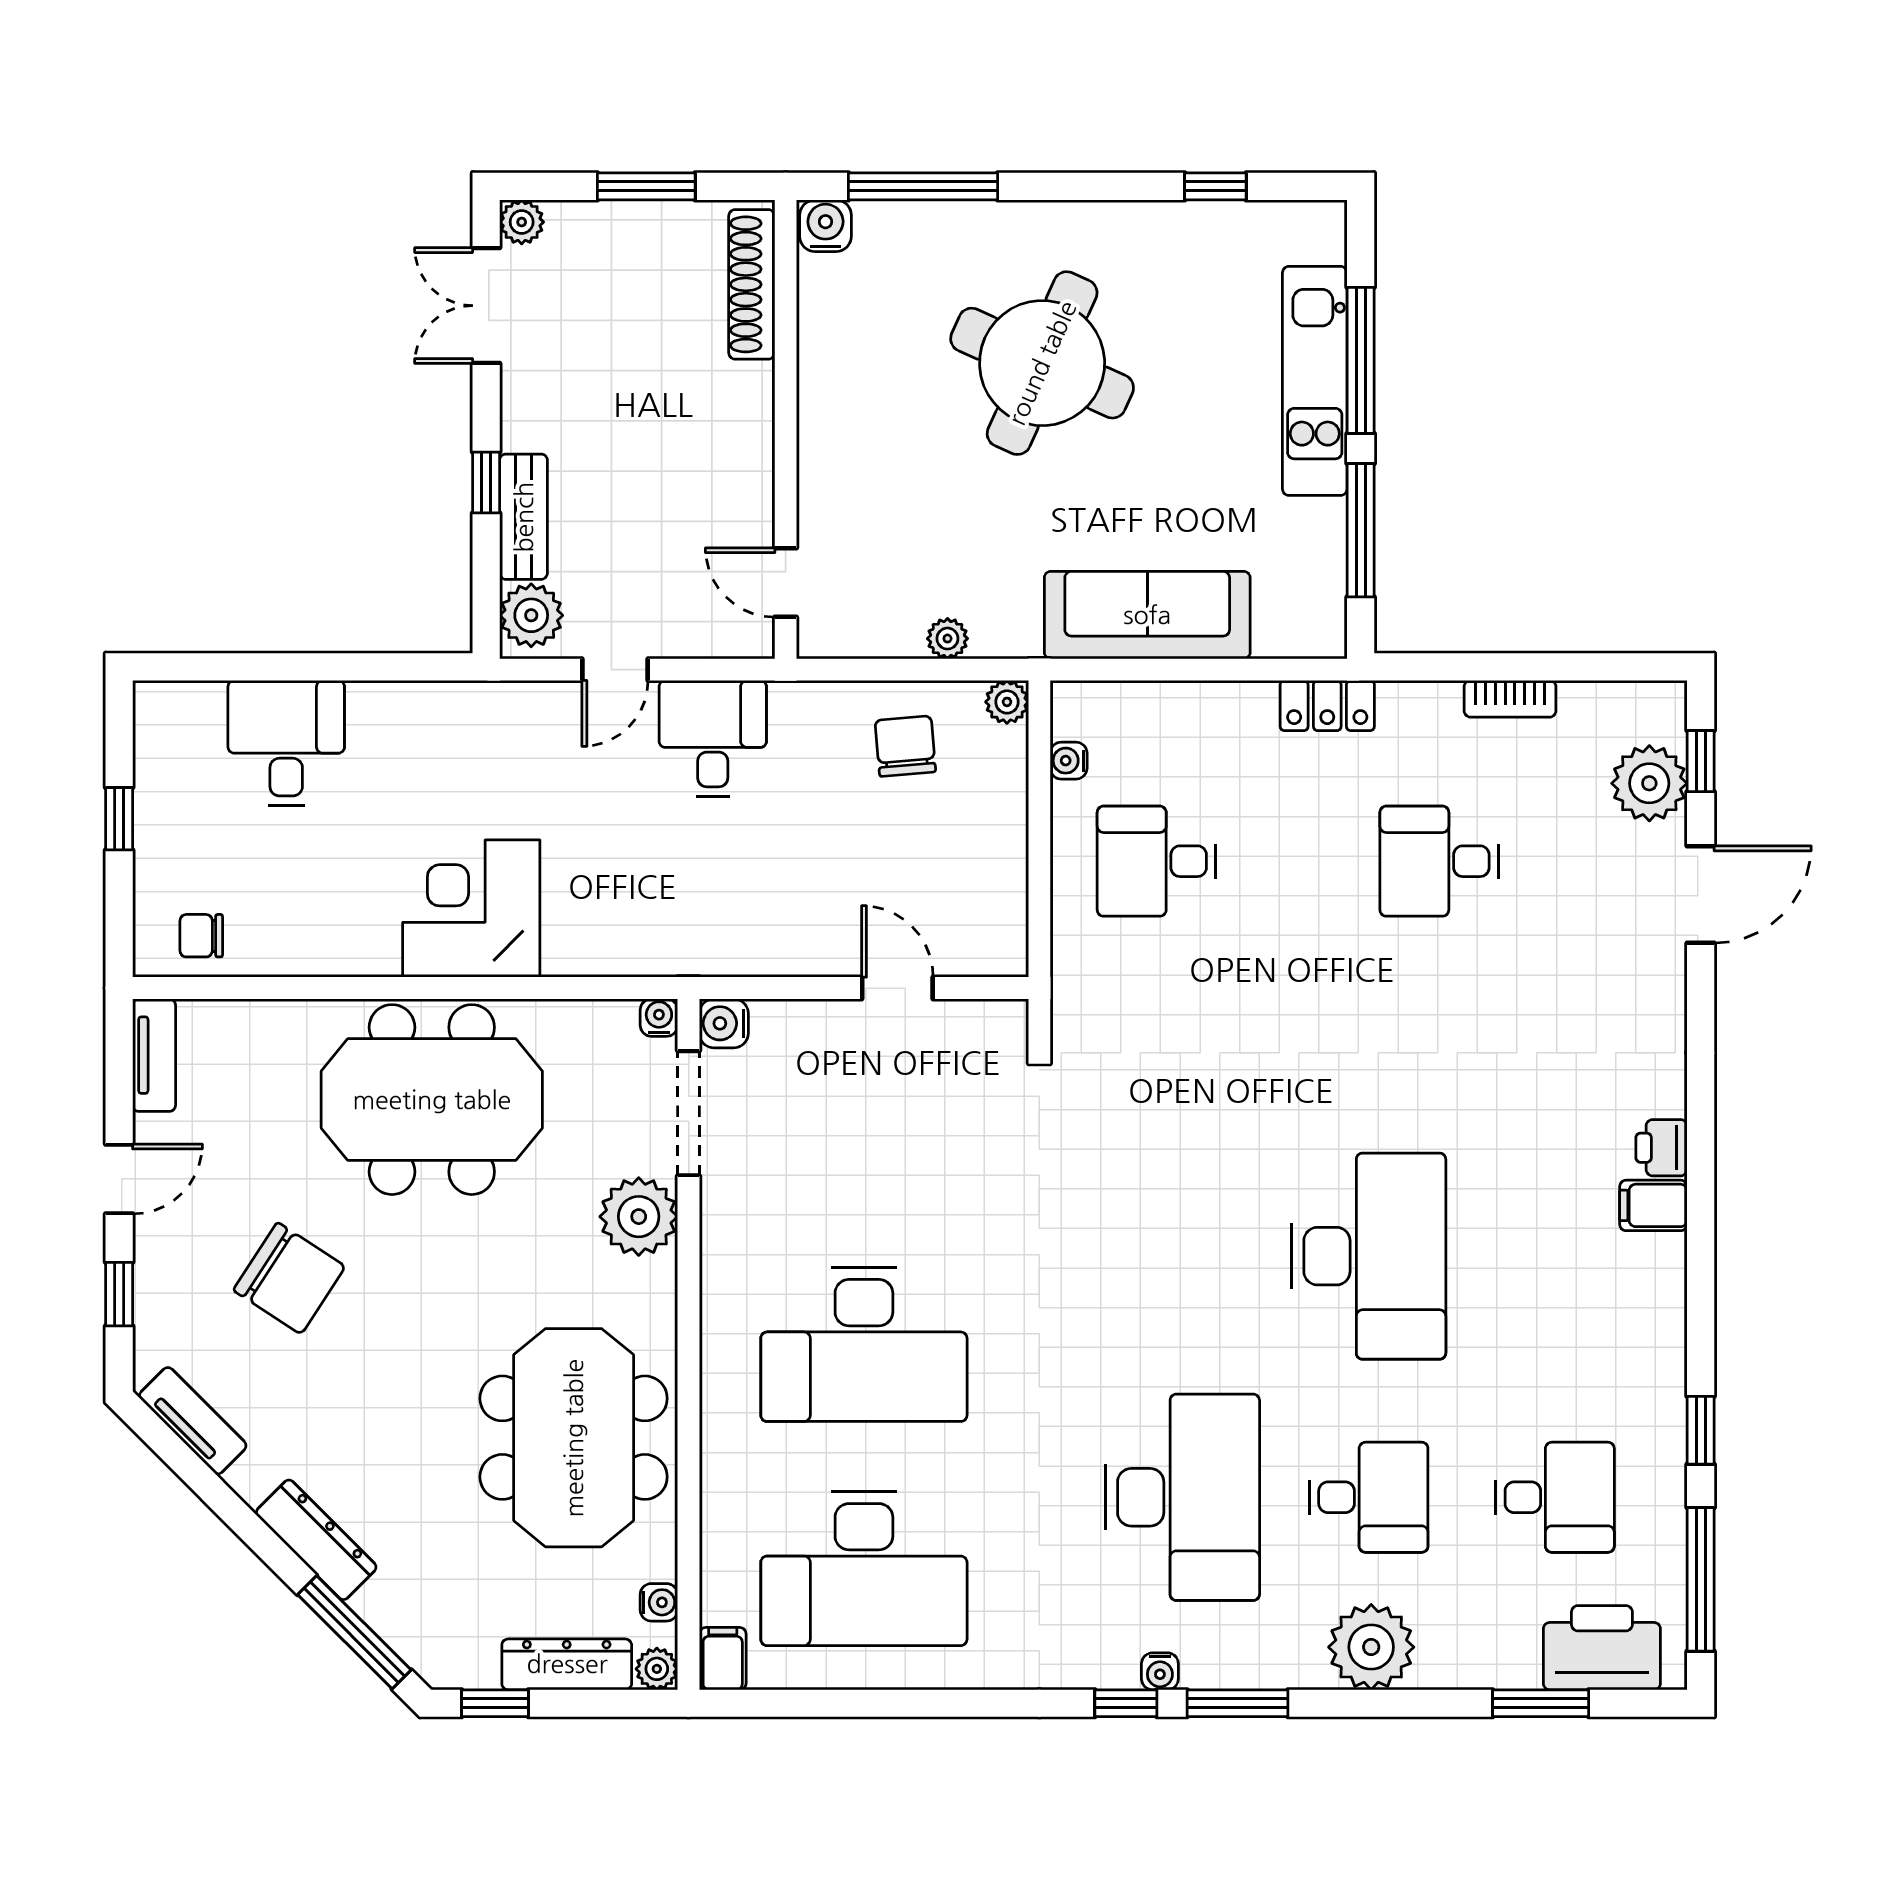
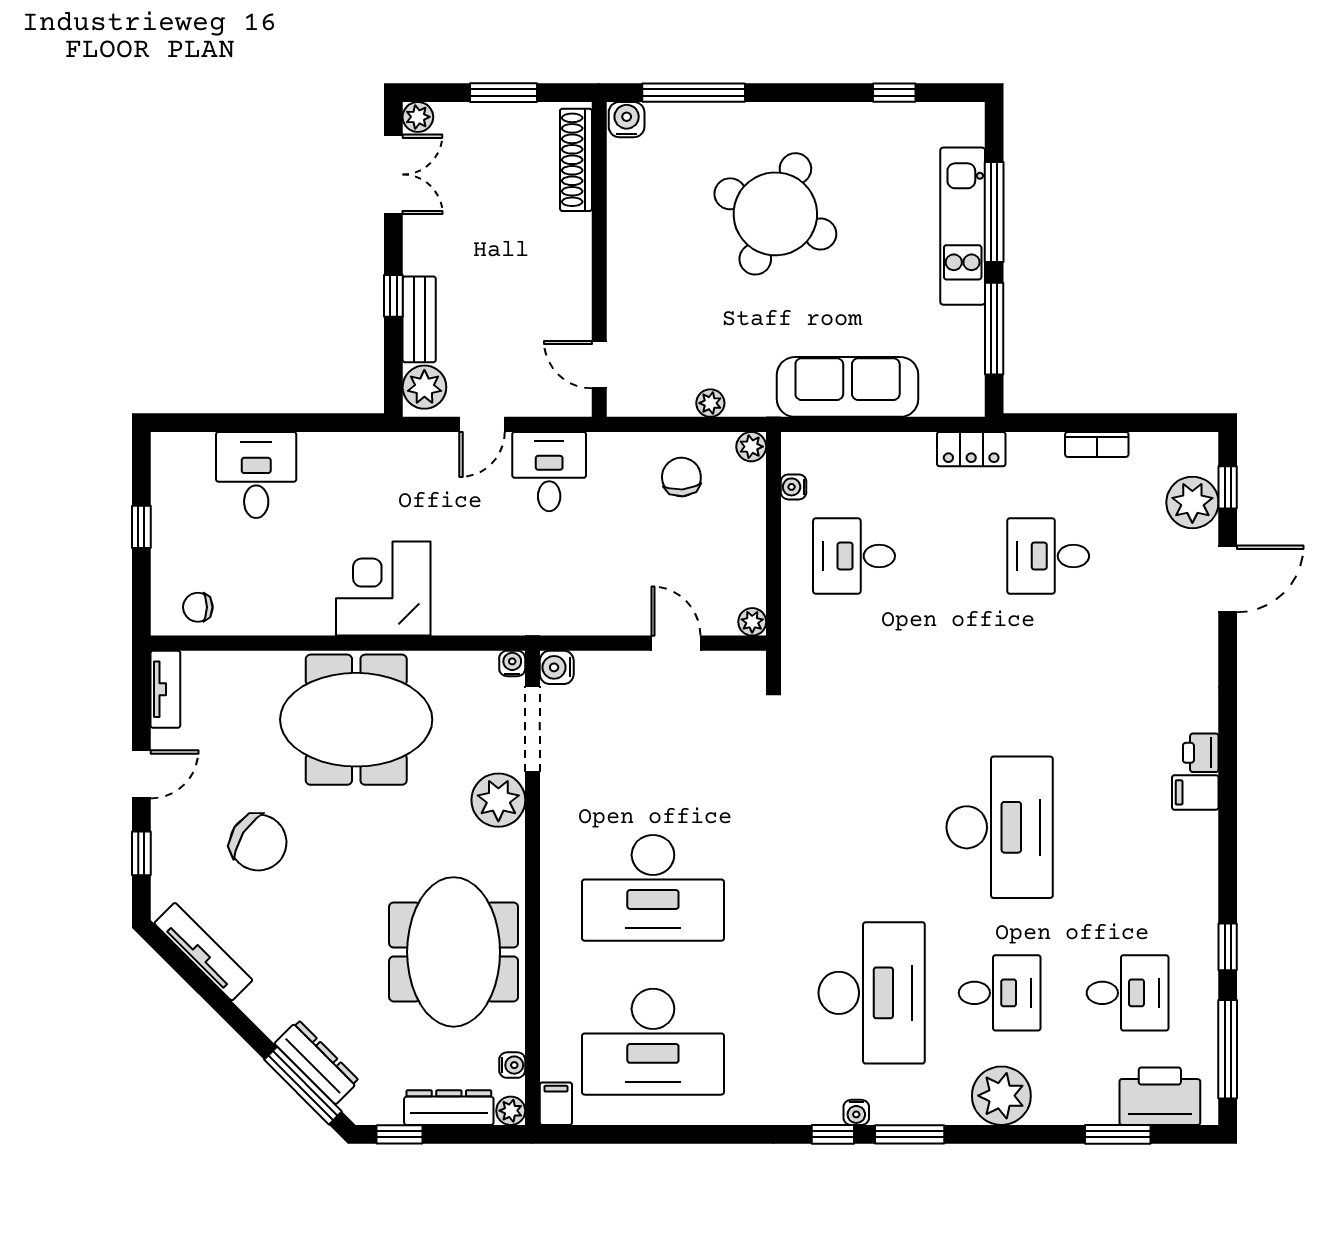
double door: (486, 306) -> (393, 174), swing flipped
plant: (1008, 957) -> (752, 622), added
tv unit: (193, 1421) -> (203, 952), width x1.41
dresser: (316, 1540) -> (317, 1062), moved

